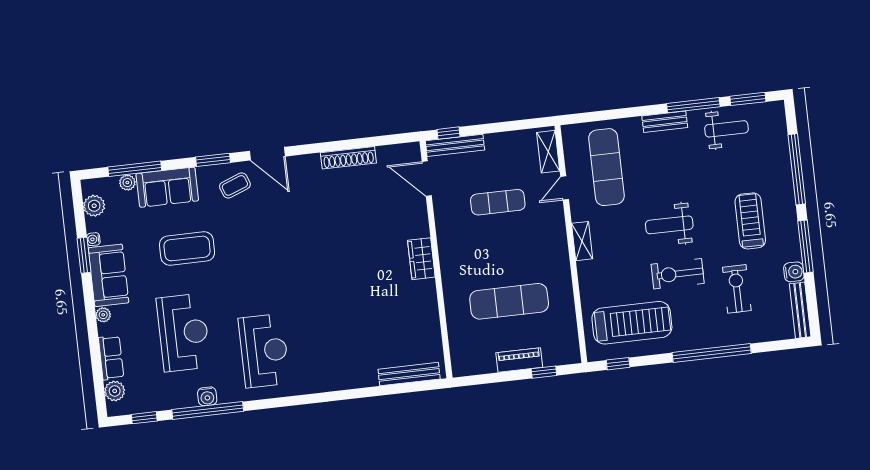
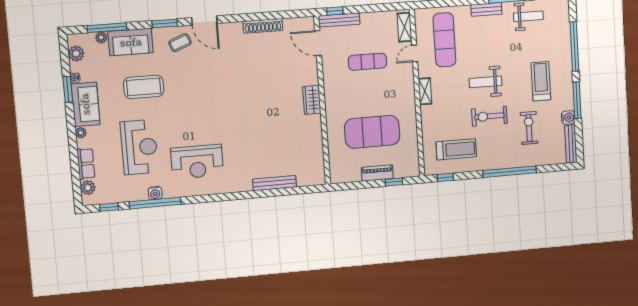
exercise mat: (509, 301) -> (372, 132), width x1.47
treadmill: (632, 323) -> (456, 149), width x0.73, depth x0.73
reception desk: (264, 351) -> (197, 162), turned 90
bench: (409, 374) -> (275, 183), moved

